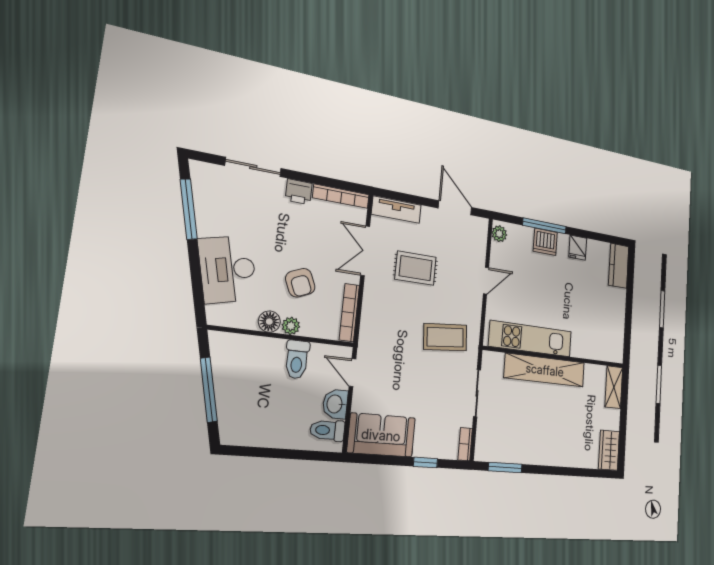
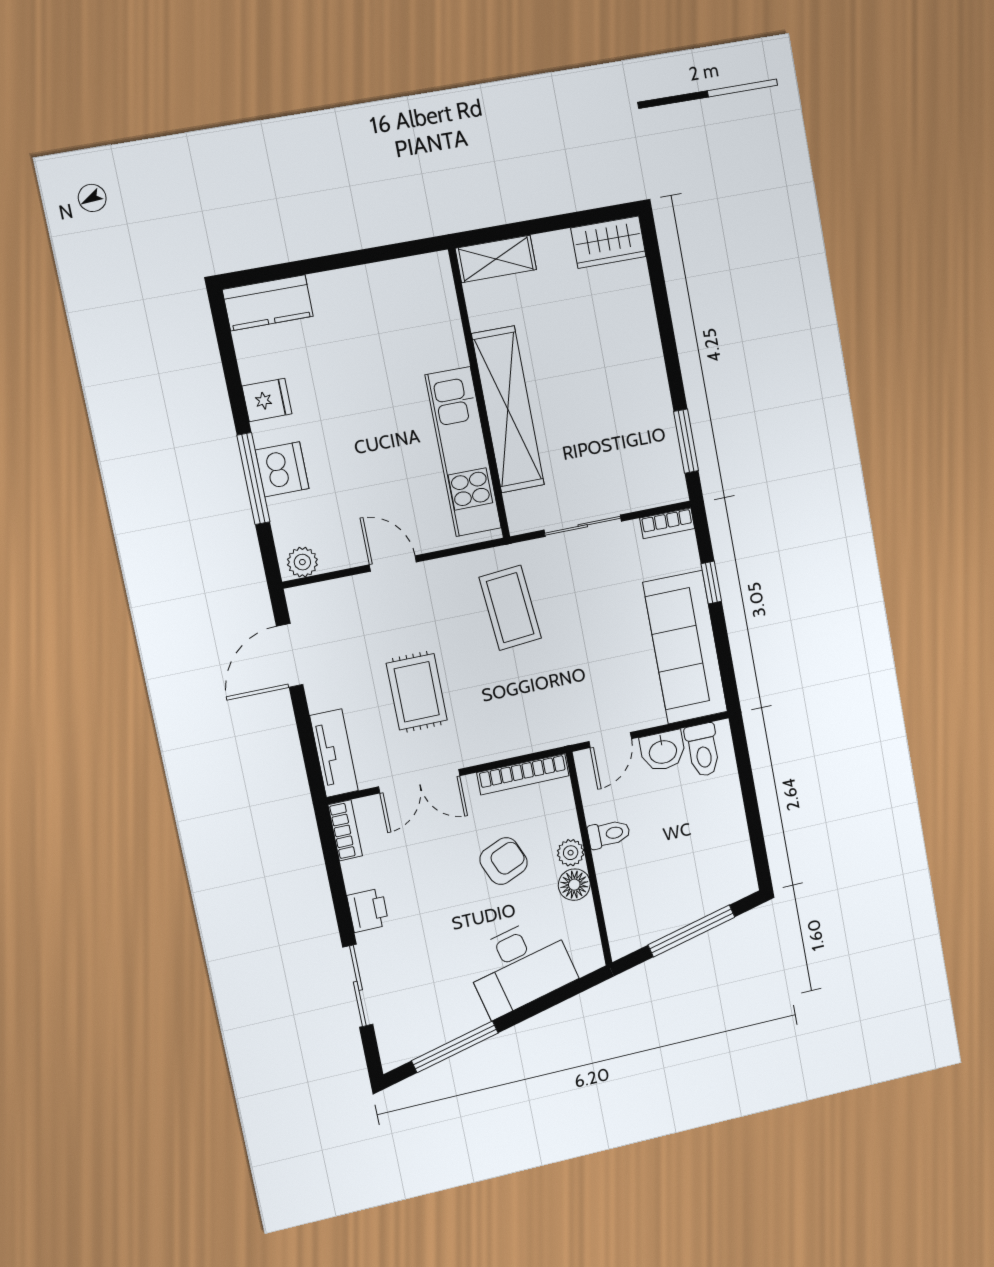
bookcase: (341, 196) -> (345, 830), width x0.64
toilet: (297, 359) -> (609, 834), width x0.73, depth x0.72
sofa: (381, 435) -> (685, 647), width x1.36

